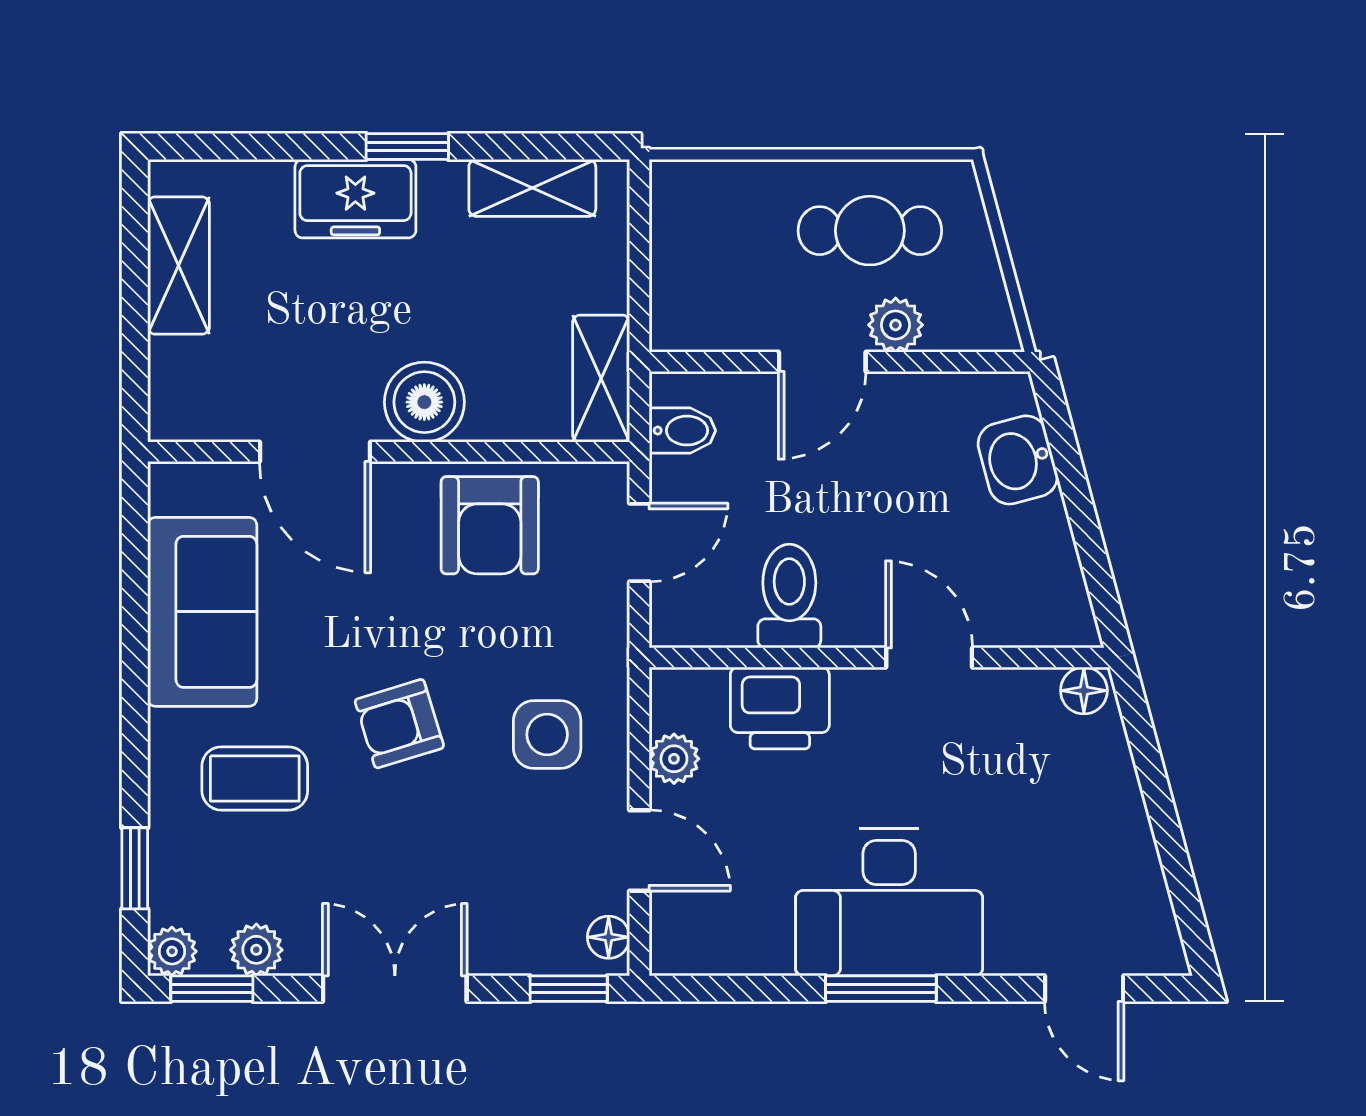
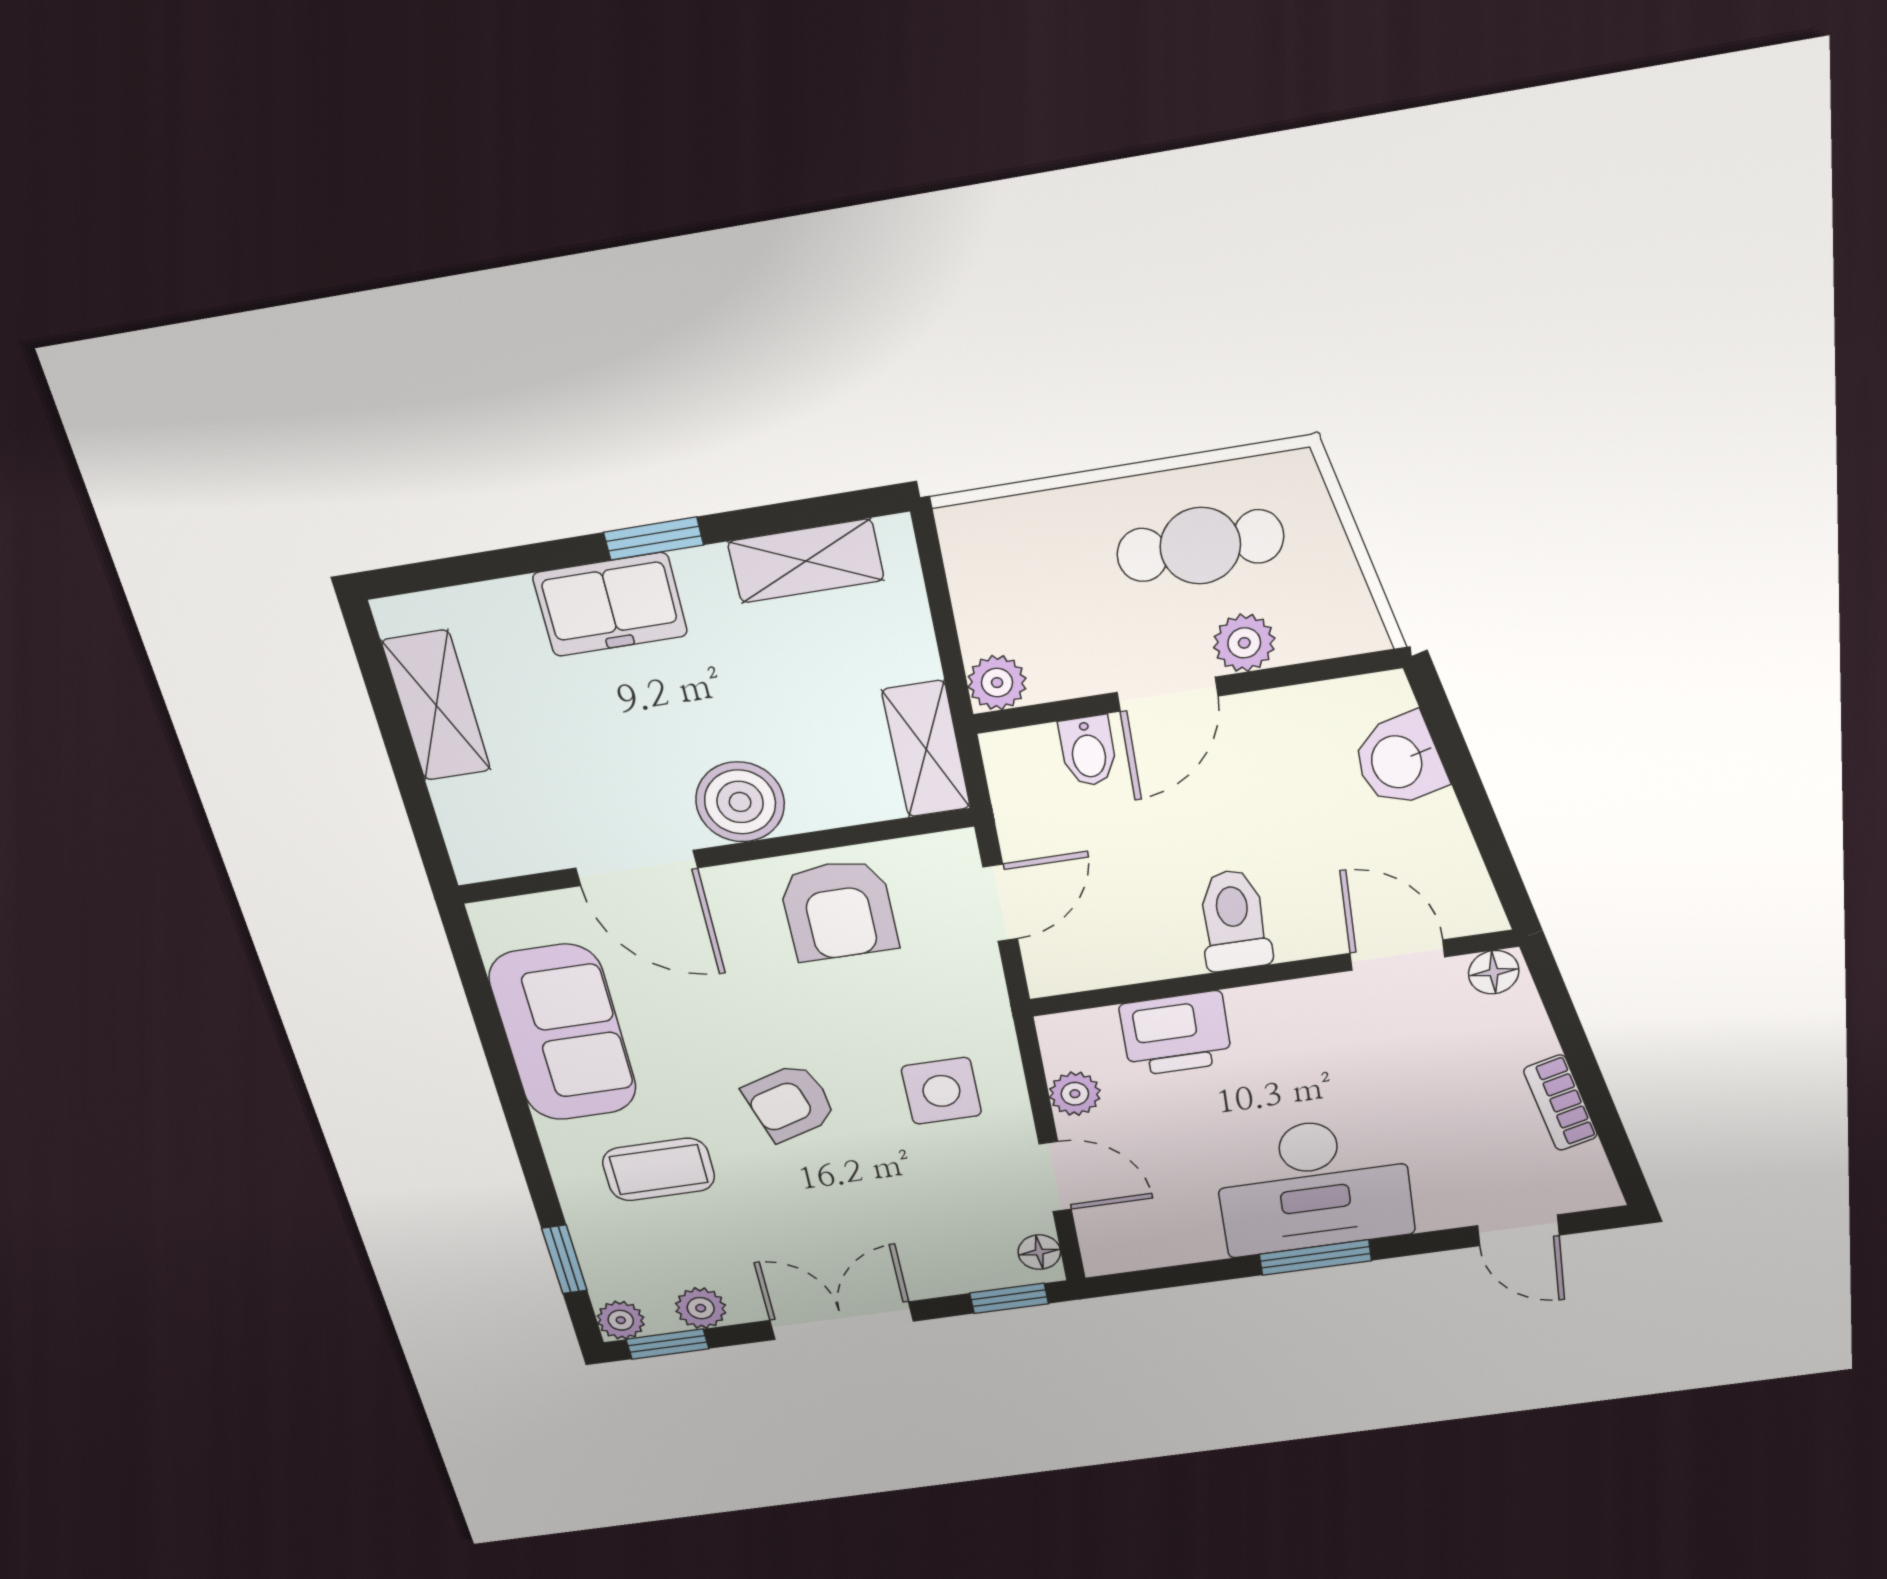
plant: (675, 326) -> (997, 683), added
bidet: (682, 431) -> (1088, 751), moved, turned 90
toilet: (789, 596) -> (1234, 920), moved
door: (929, 658) -> (1397, 955), moved
bookcase: (1136, 846) -> (1561, 1103), added

